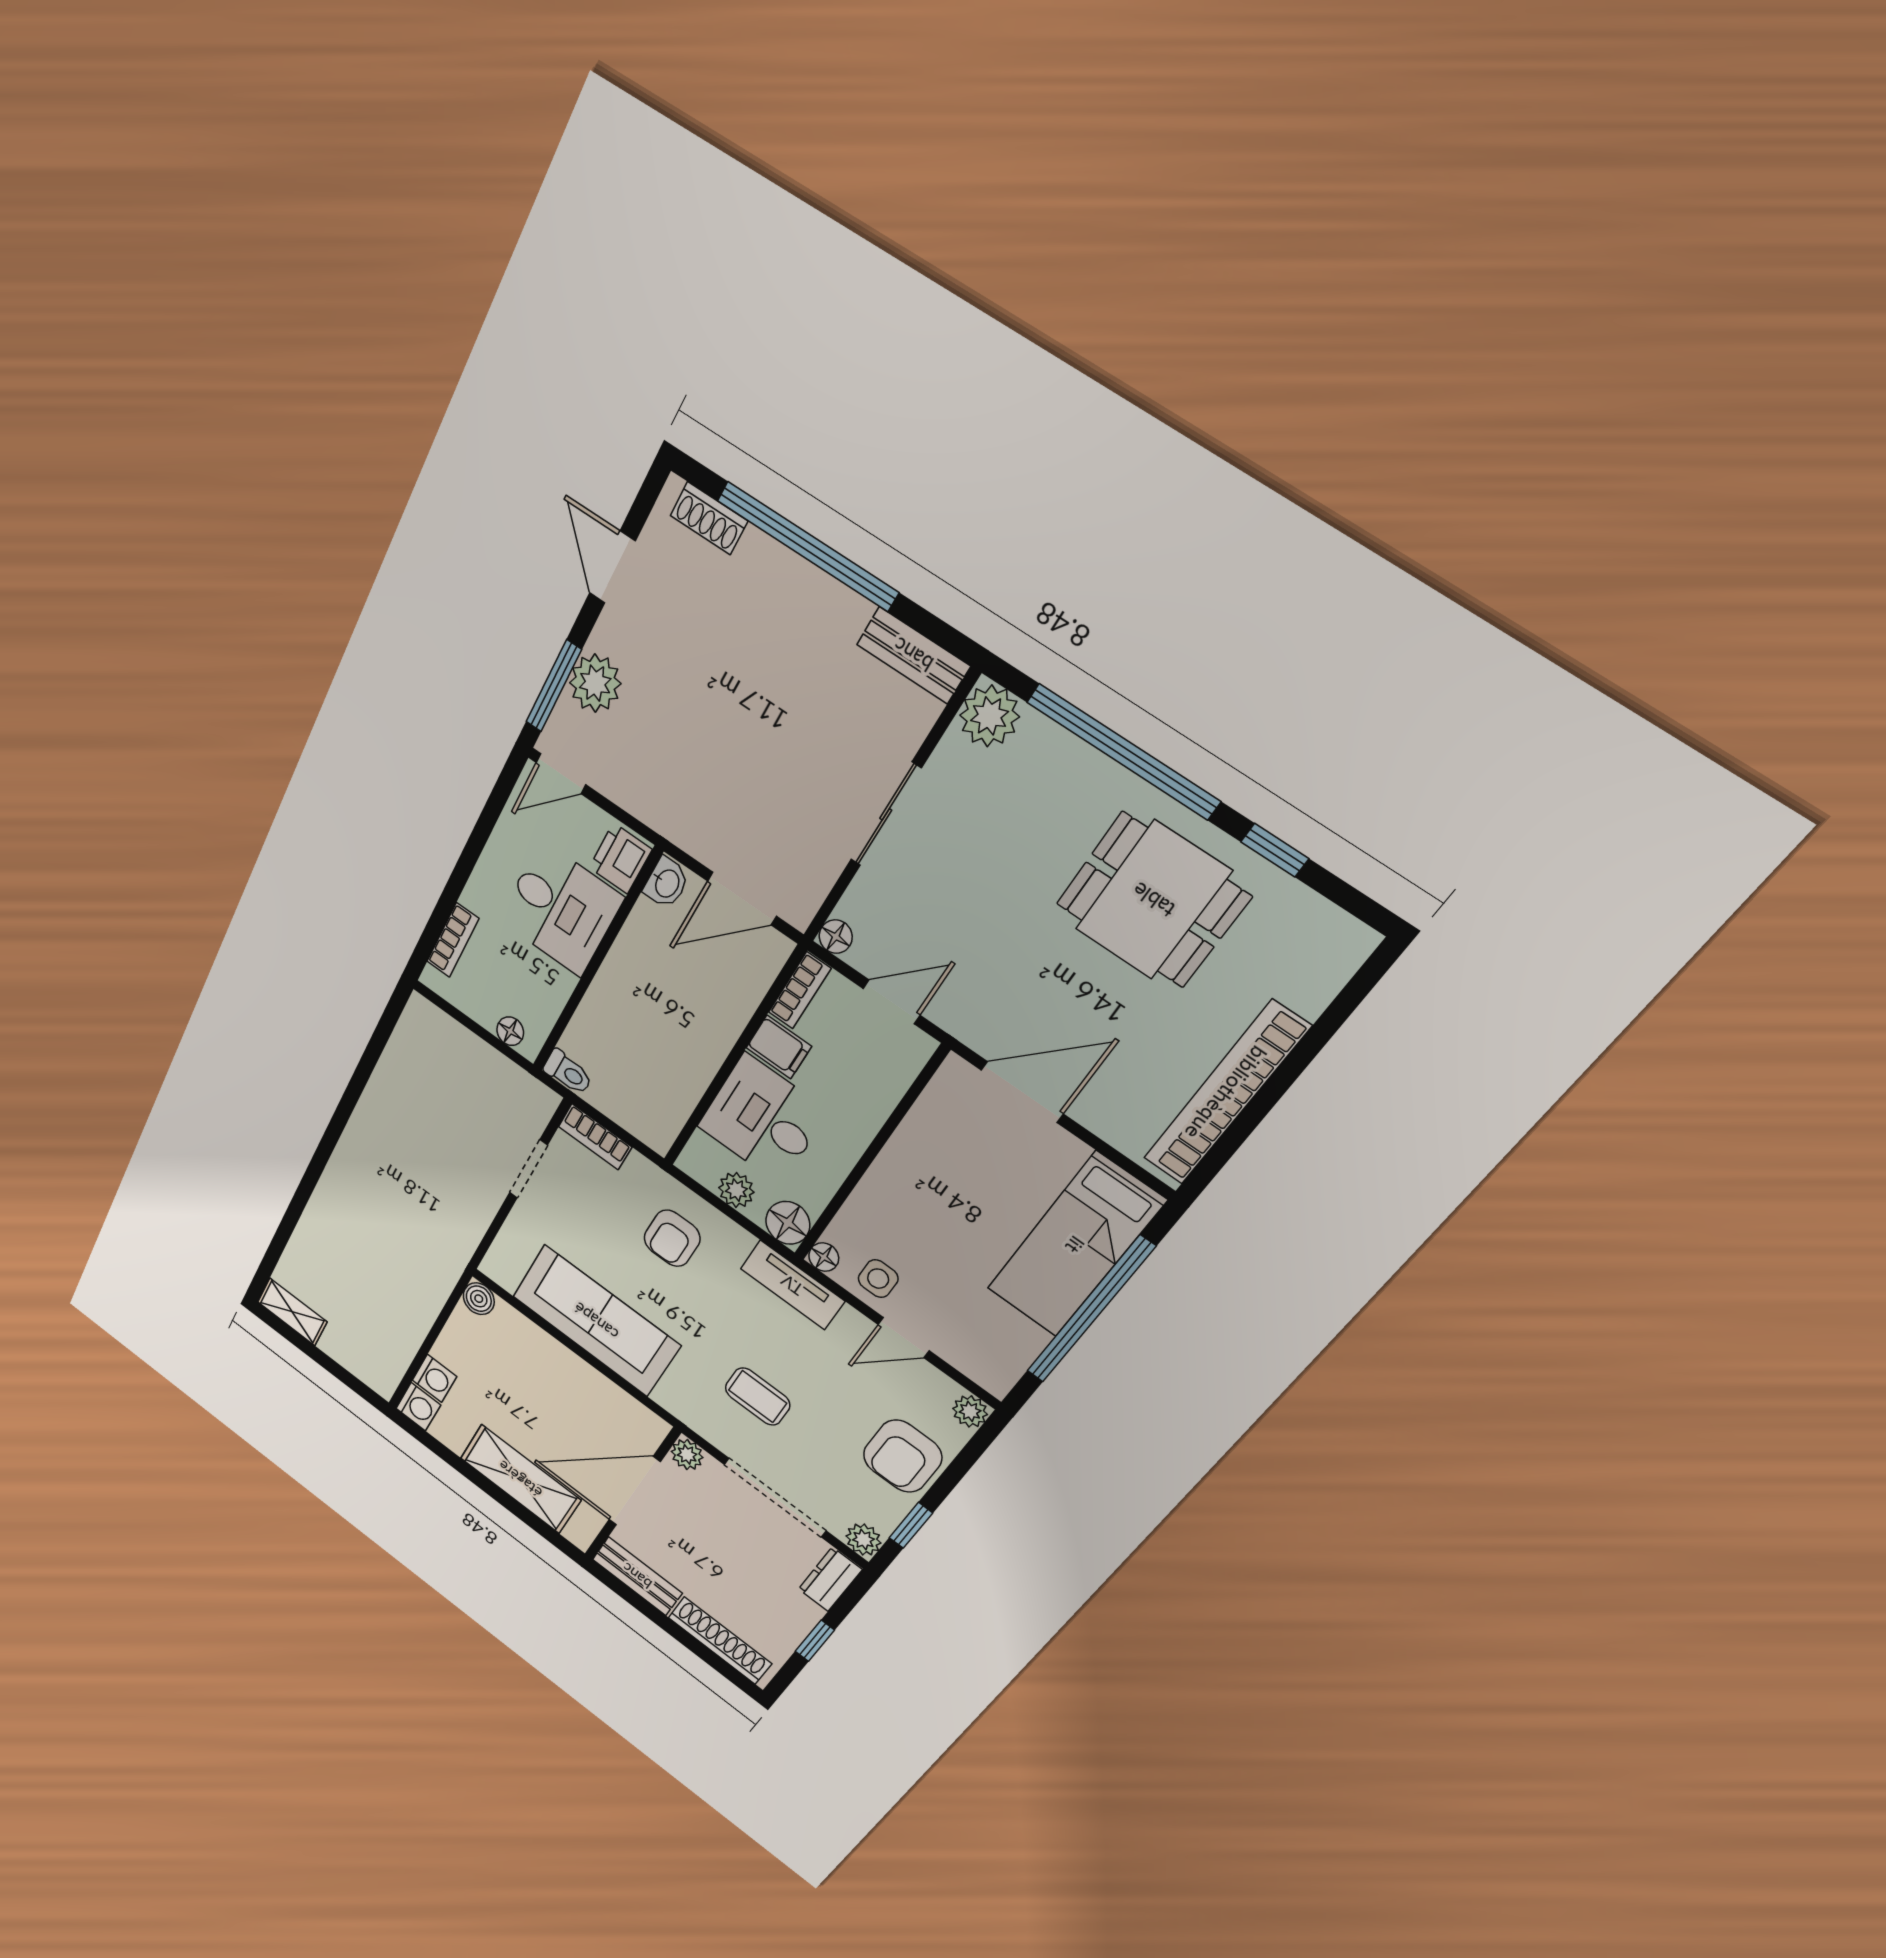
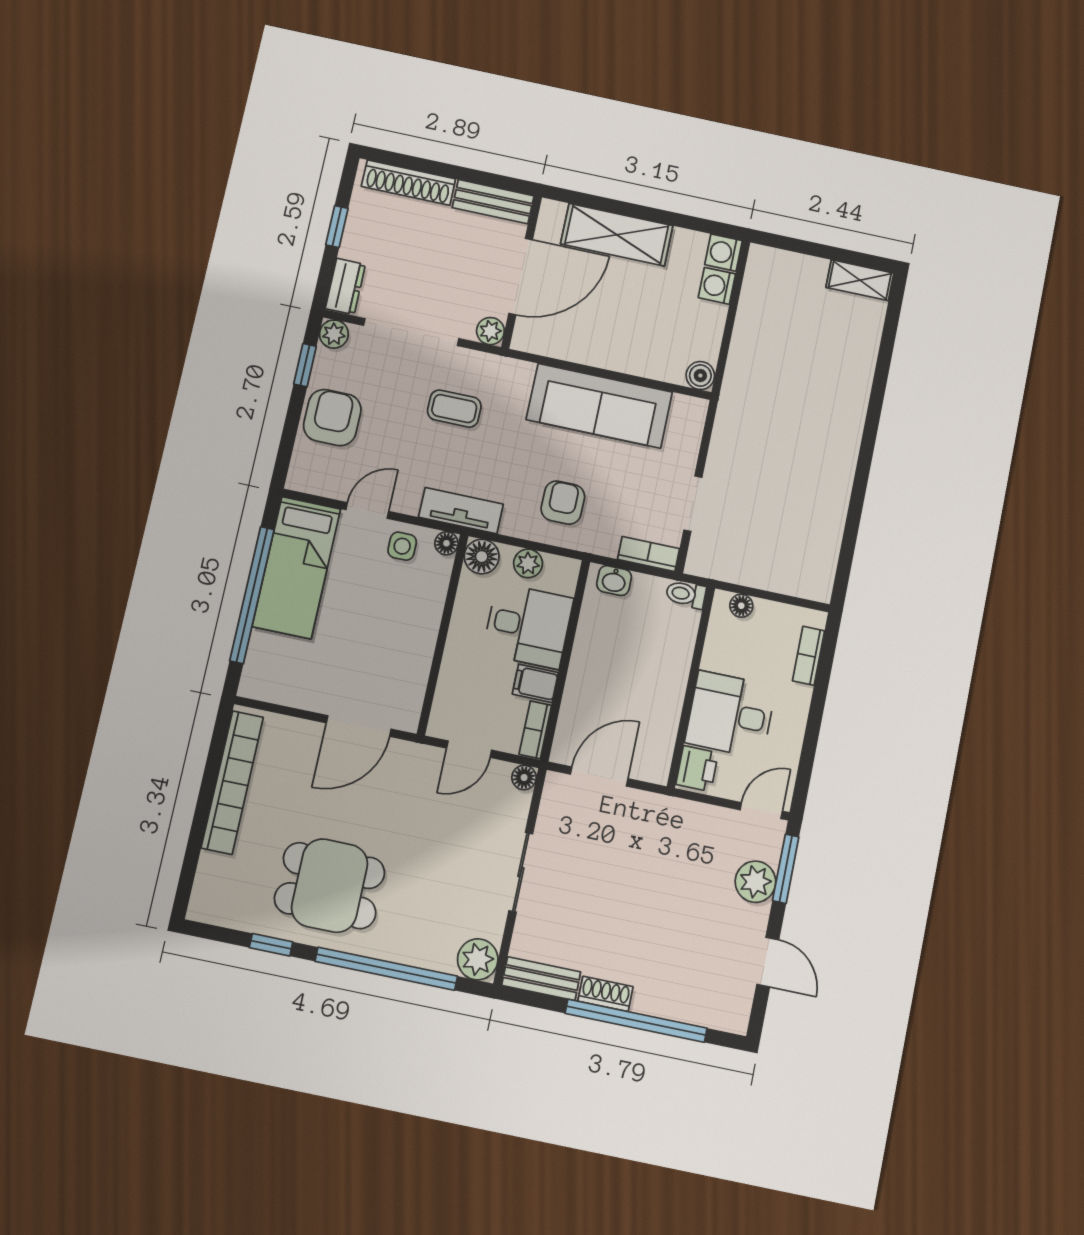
shoe rack: (709, 518) -> (605, 994), moved
washbasin: (666, 883) -> (614, 581), moved, turned -90
bed: (1075, 1245) -> (296, 568), moved, turned 180
plant: (970, 1411) -> (300, 478), removed

